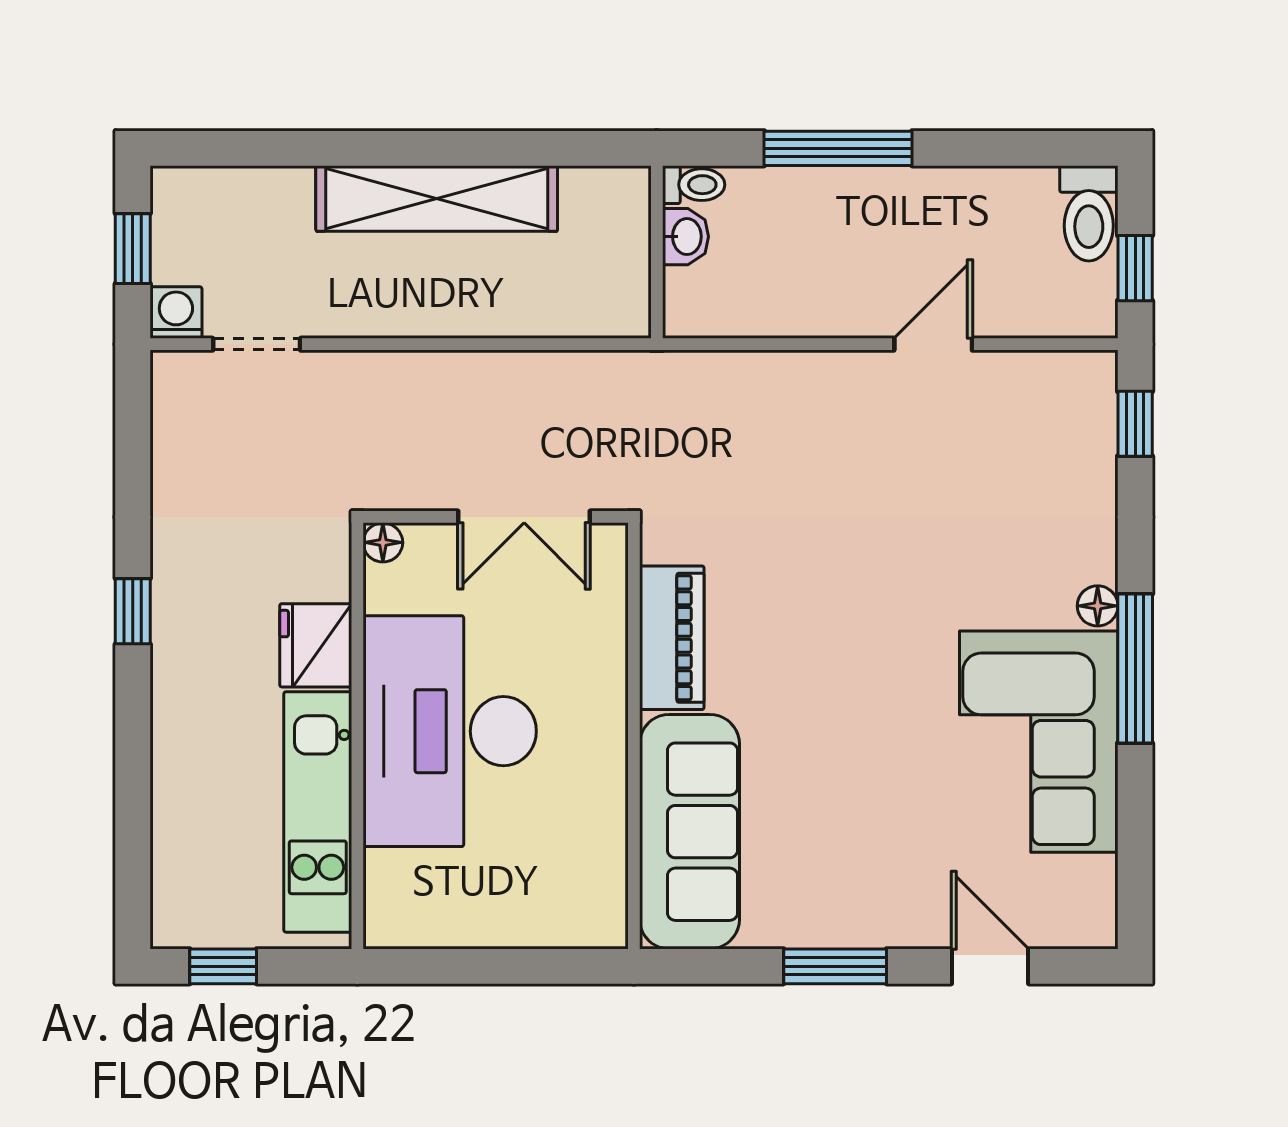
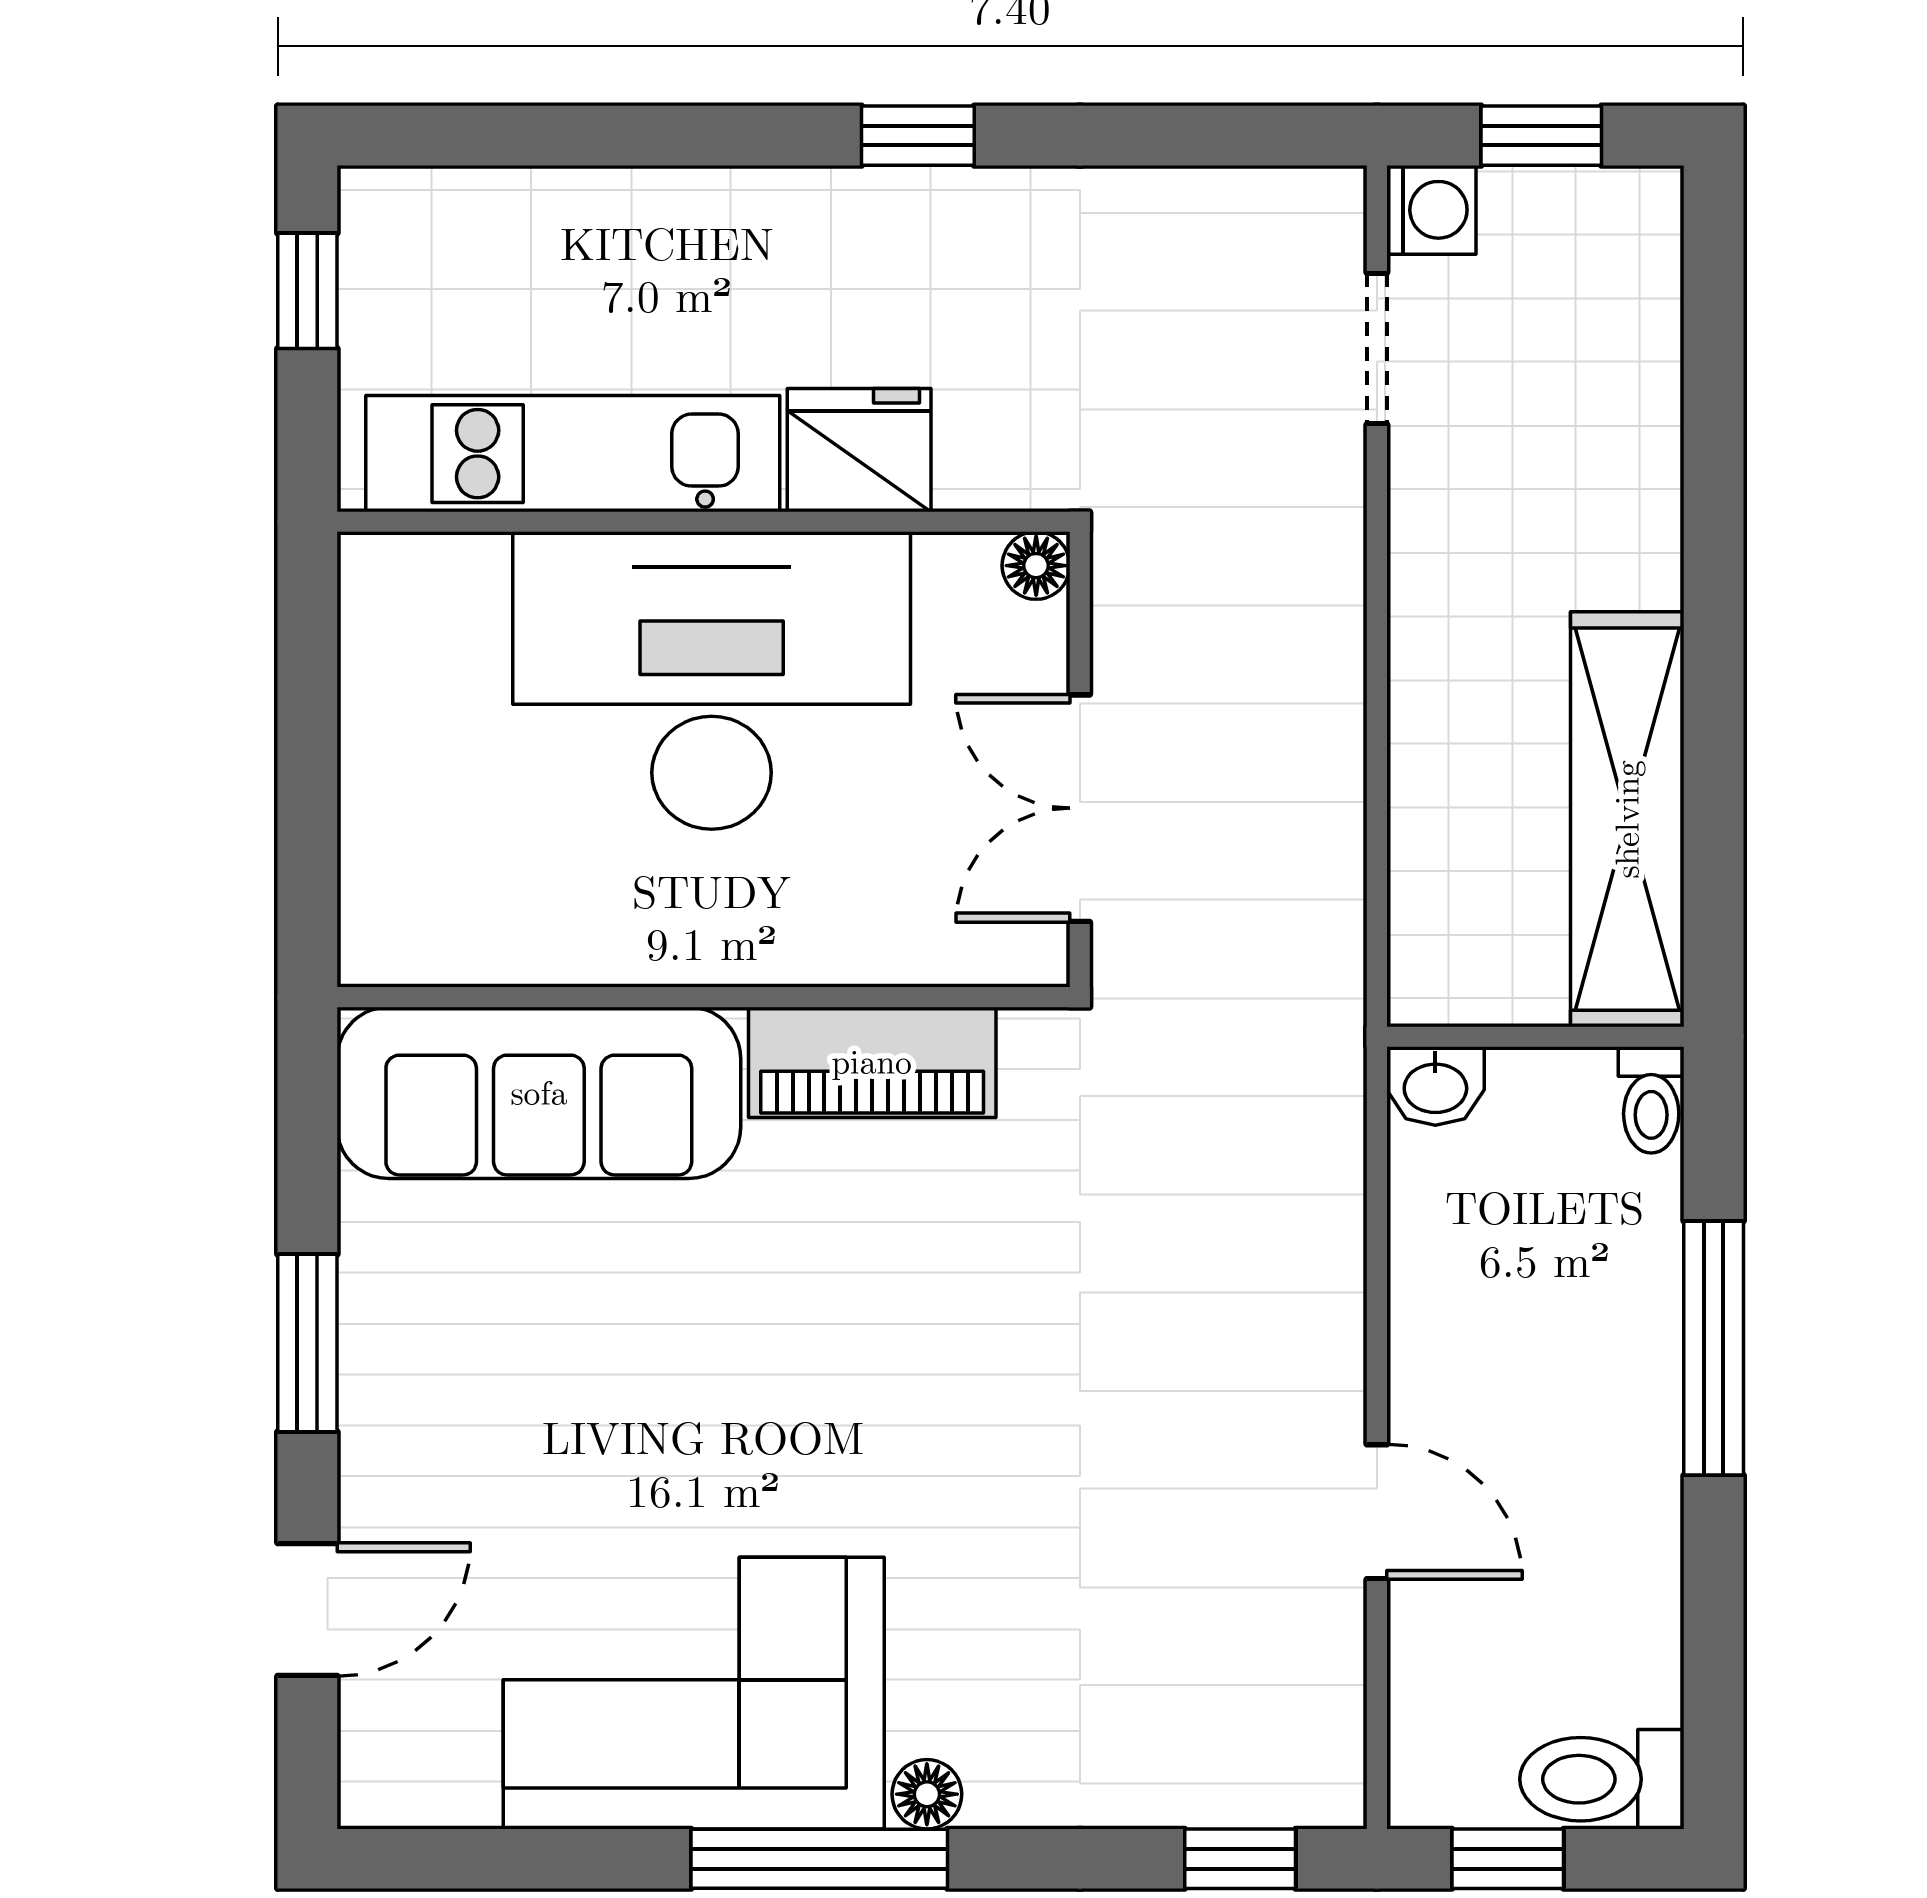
shelving: (437, 199) -> (1627, 819), moved
washbasin: (686, 237) -> (1435, 1086), moved

